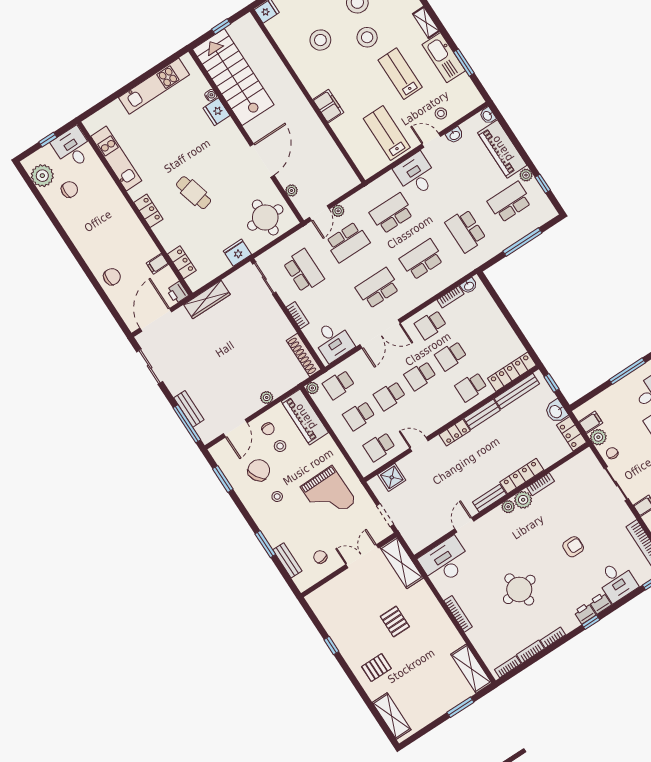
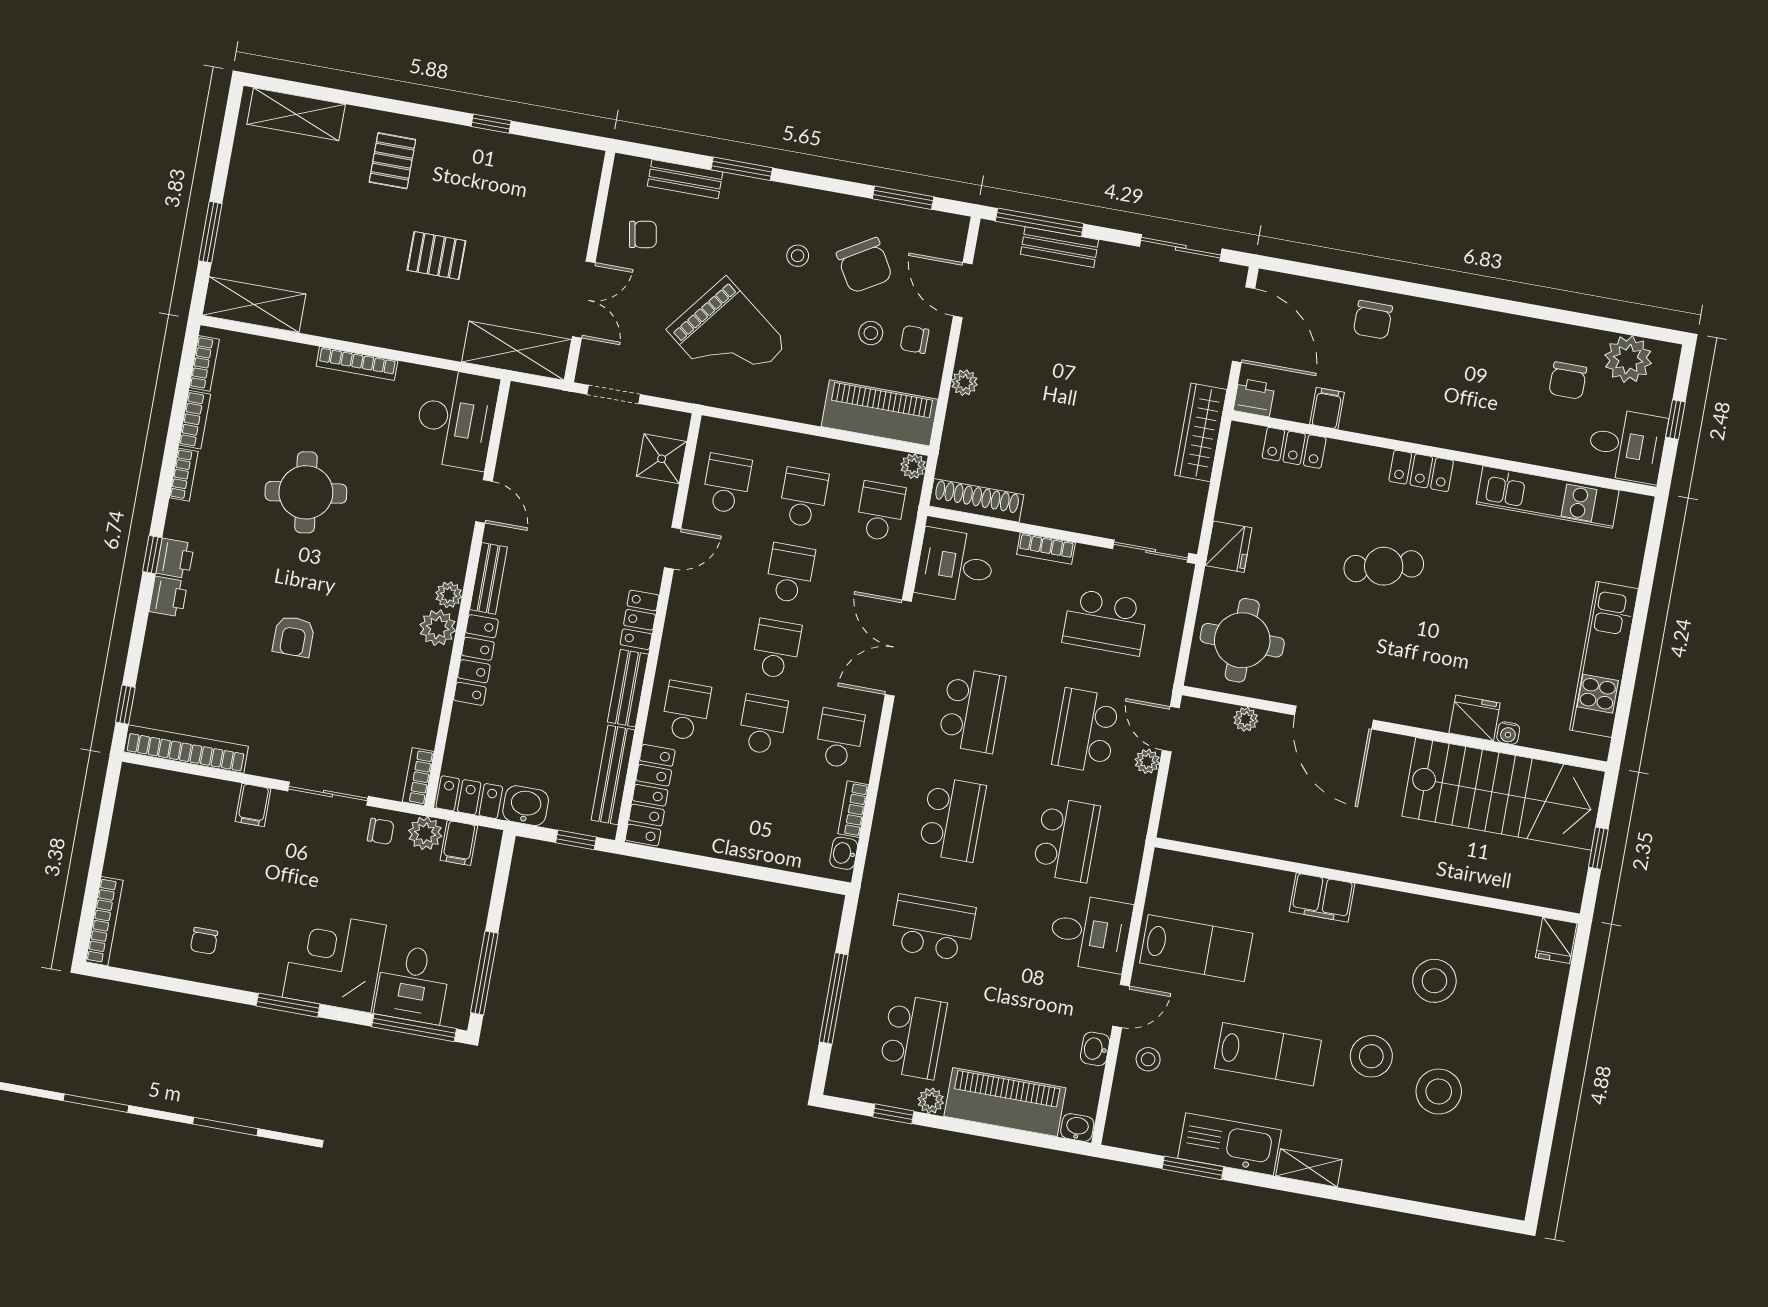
bookcase: (541, 484) -> (418, 777), moved
grand piano: (328, 494) -> (727, 337), turned -141
desk: (617, 581) -> (178, 654), removed

